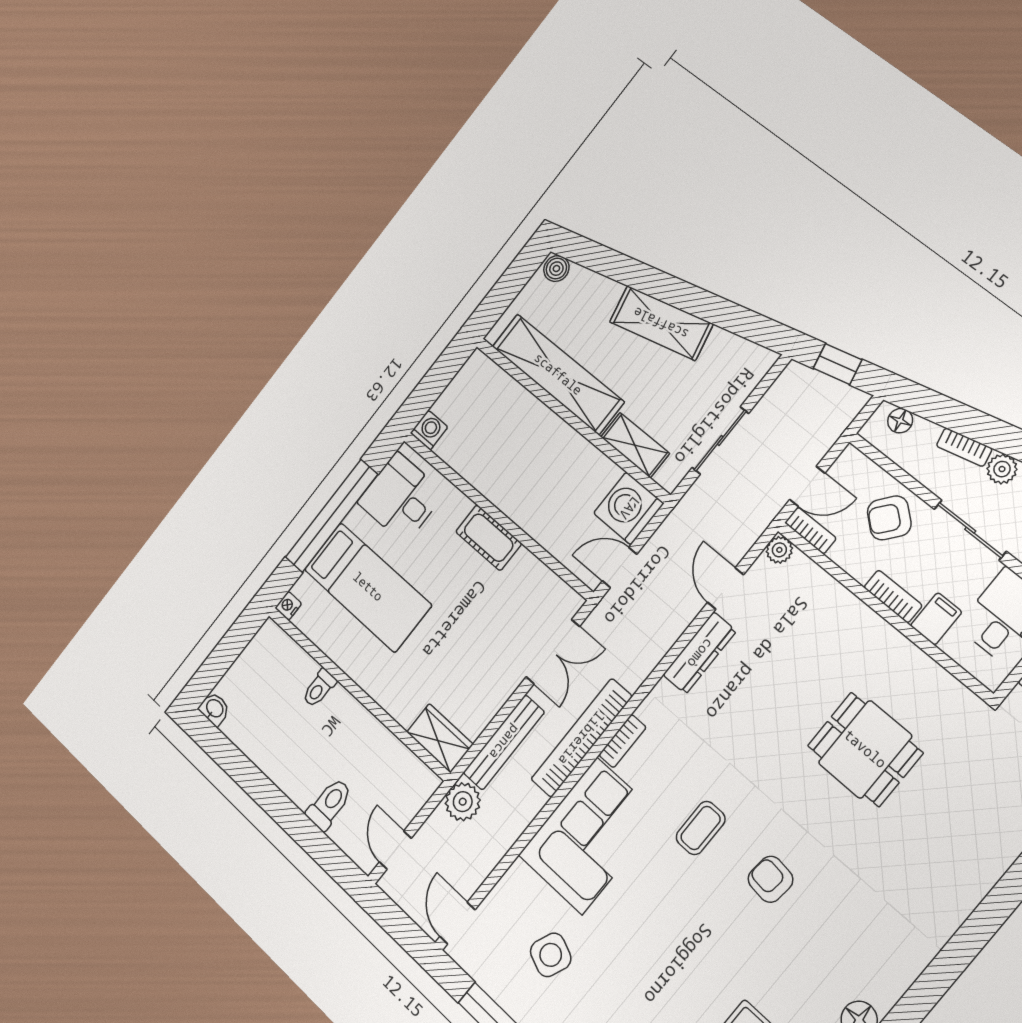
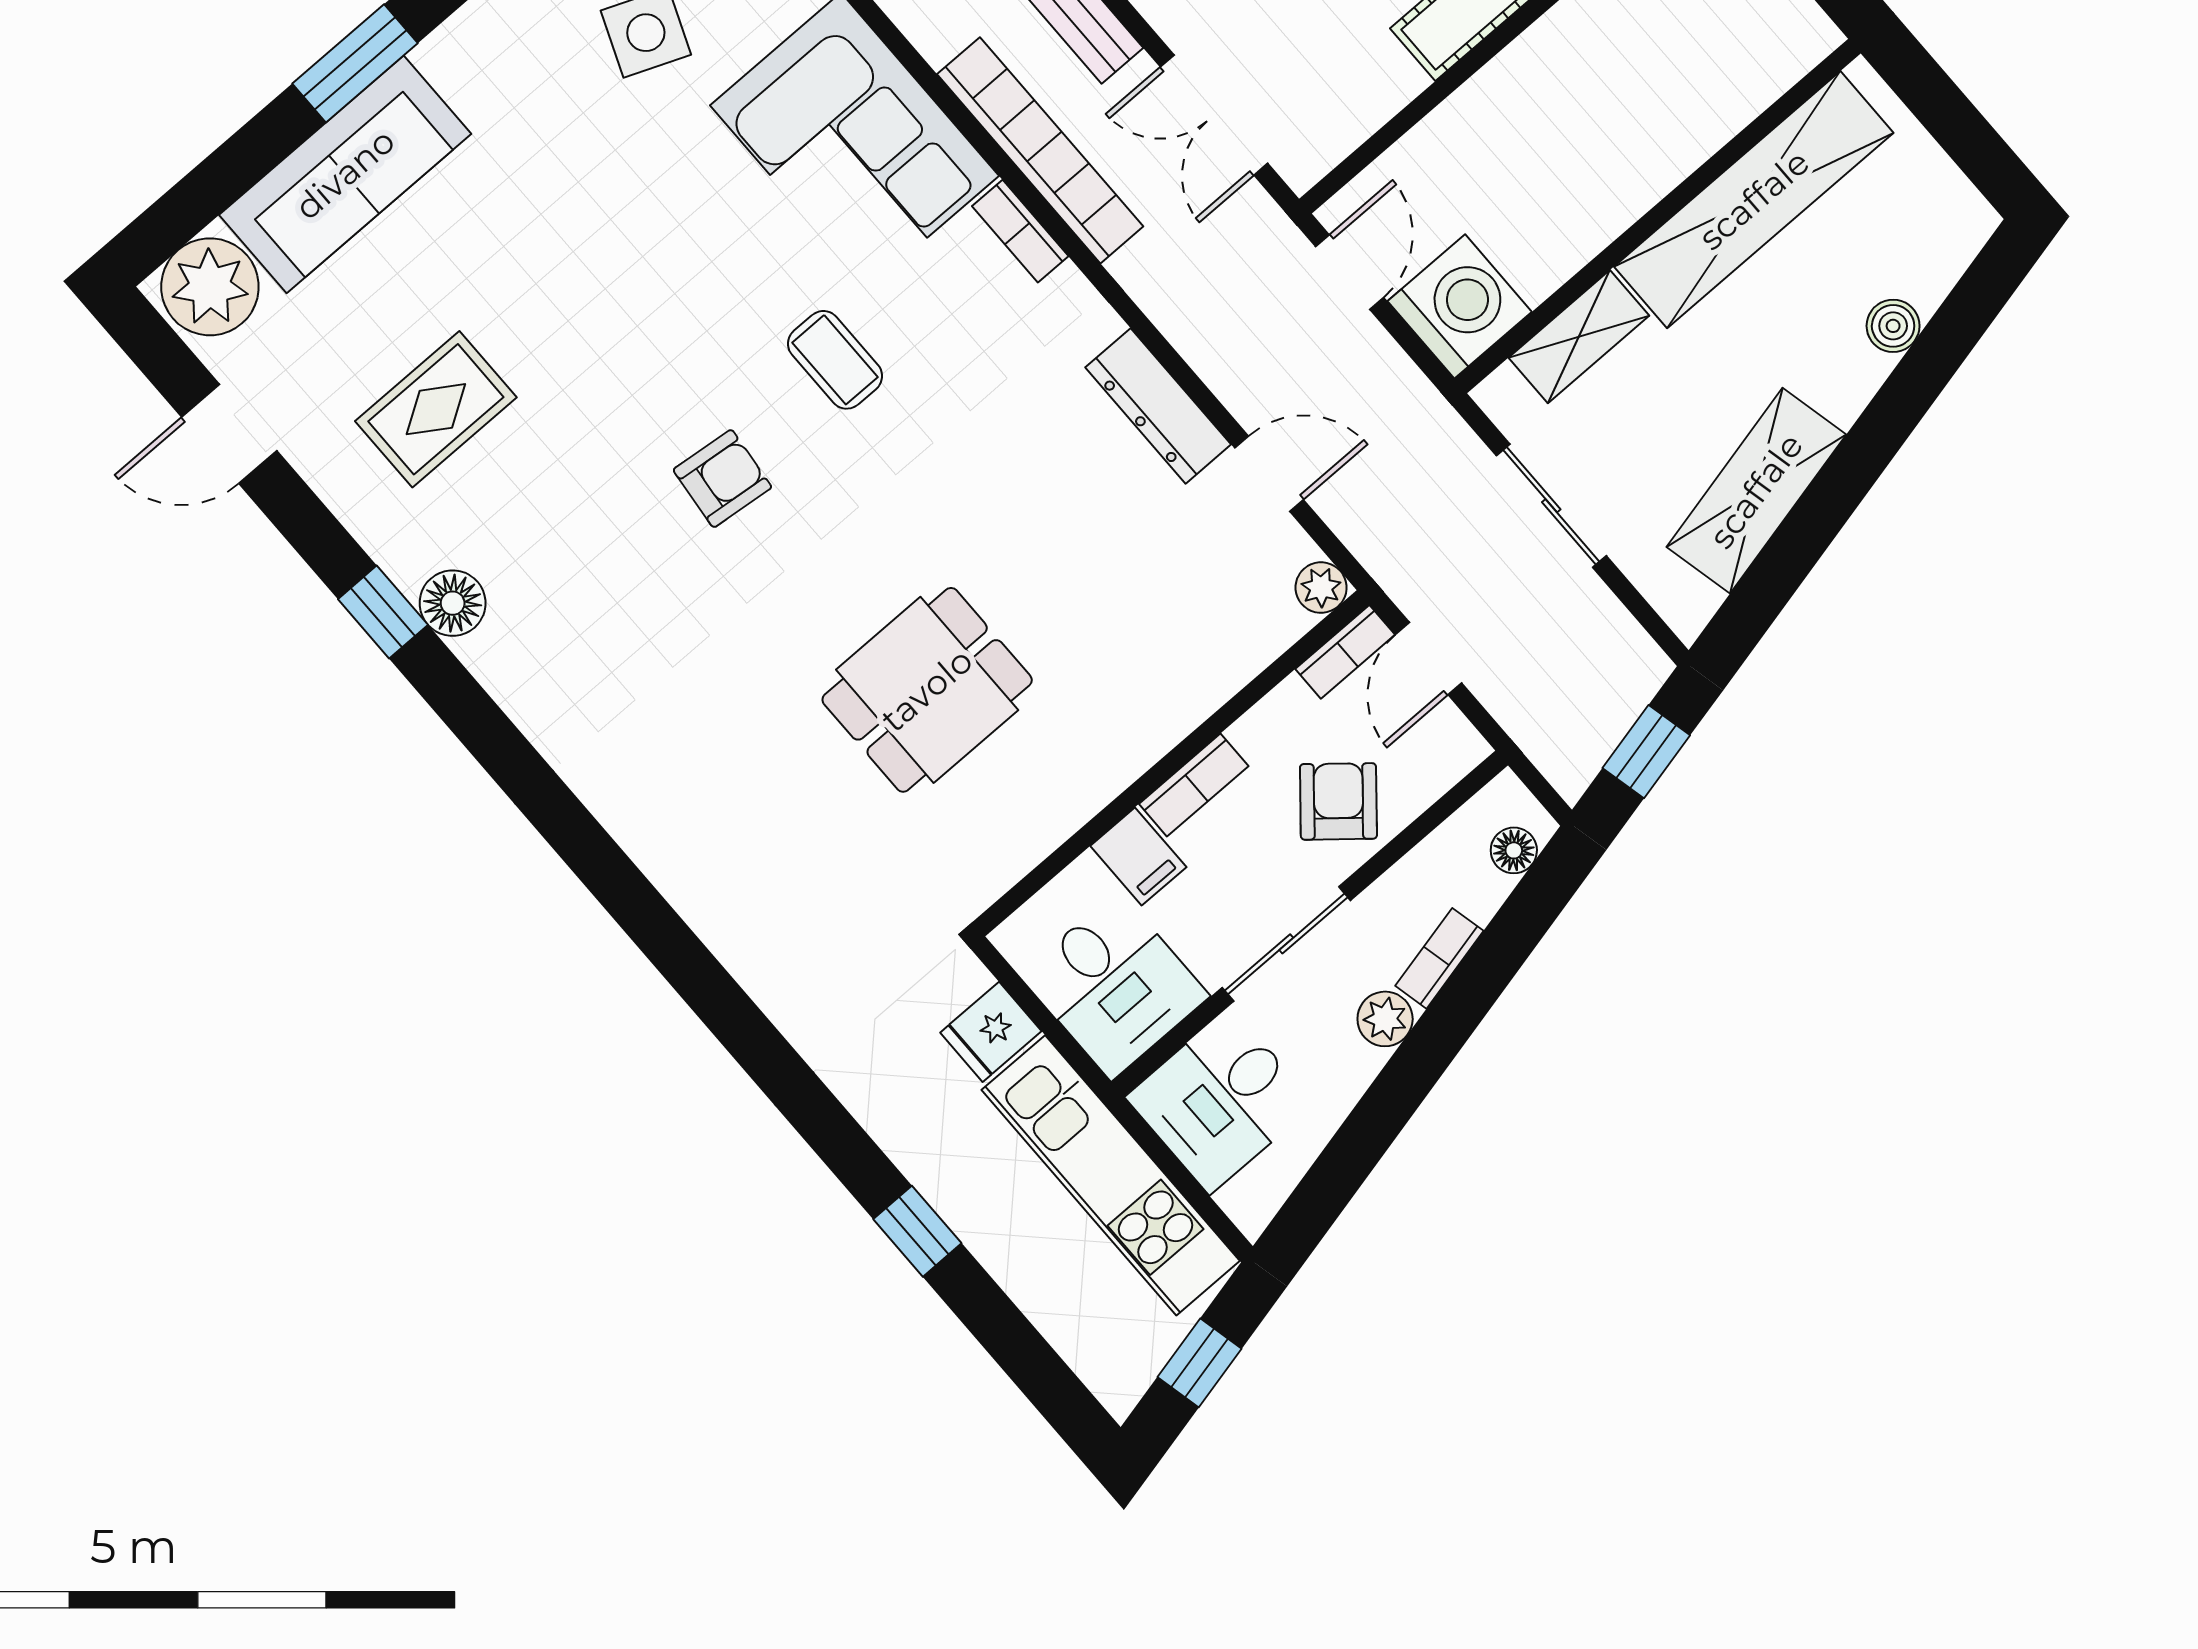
boiler: (556, 269) -> (1893, 326), moved
shelving: (661, 323) -> (1756, 491), moved

